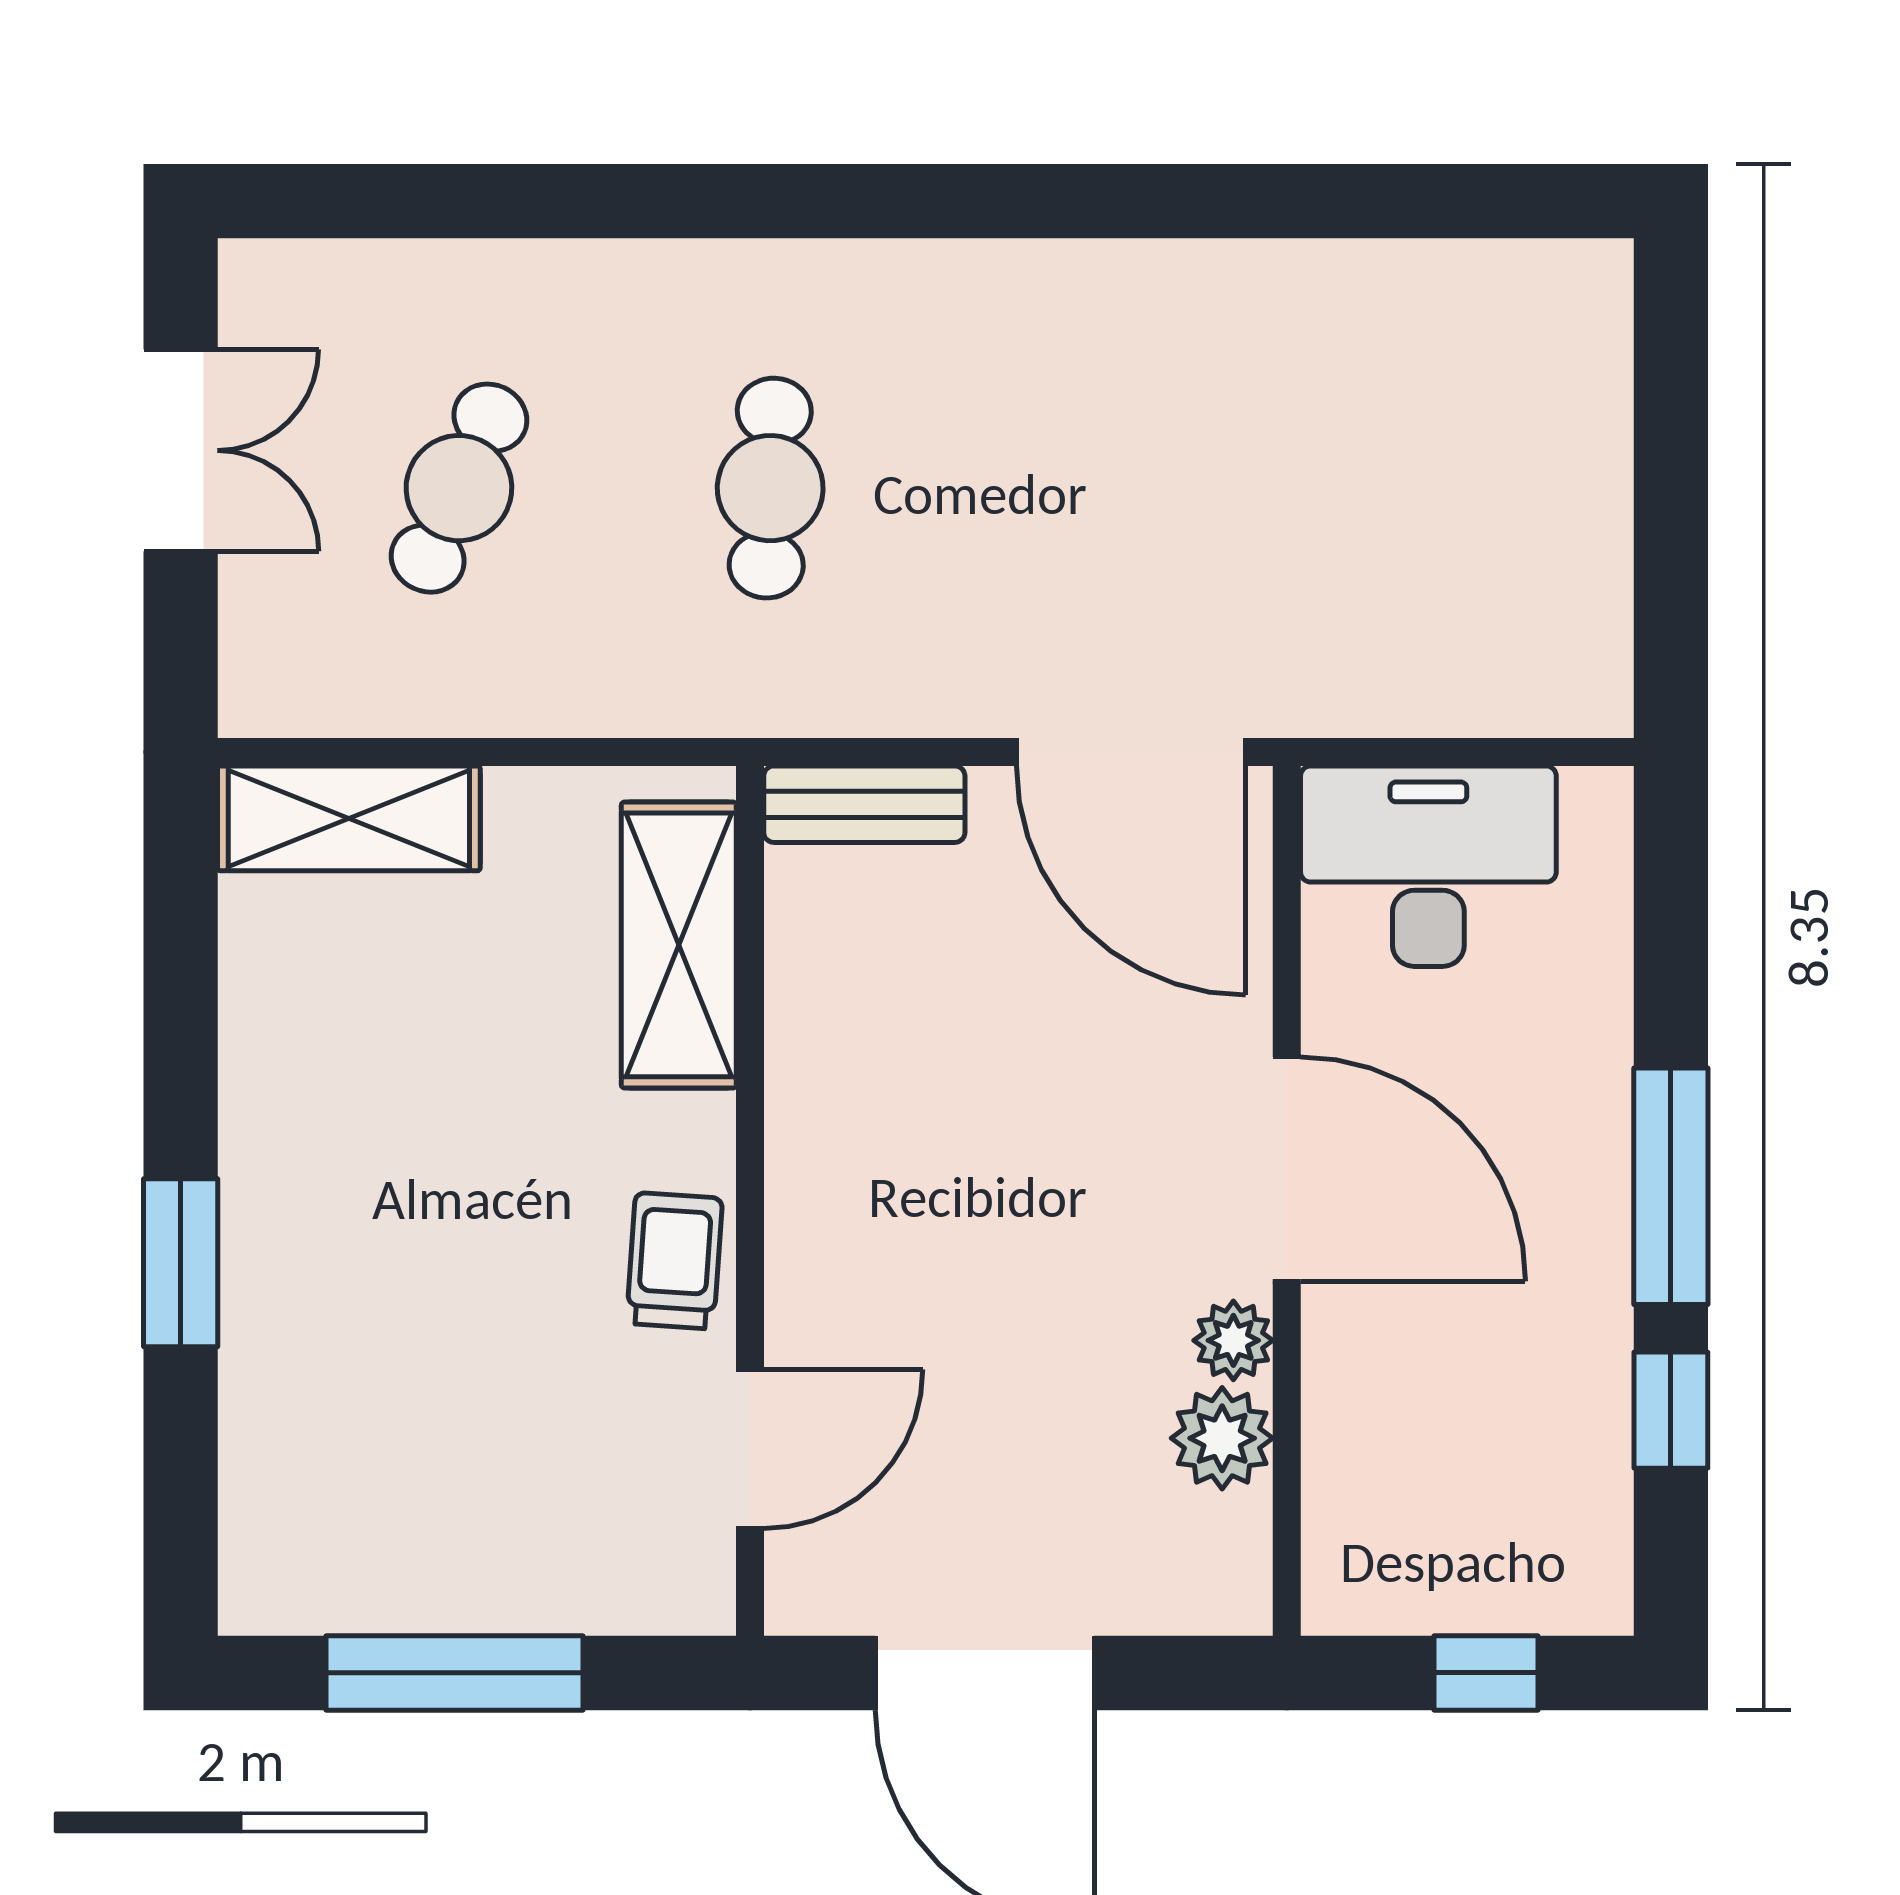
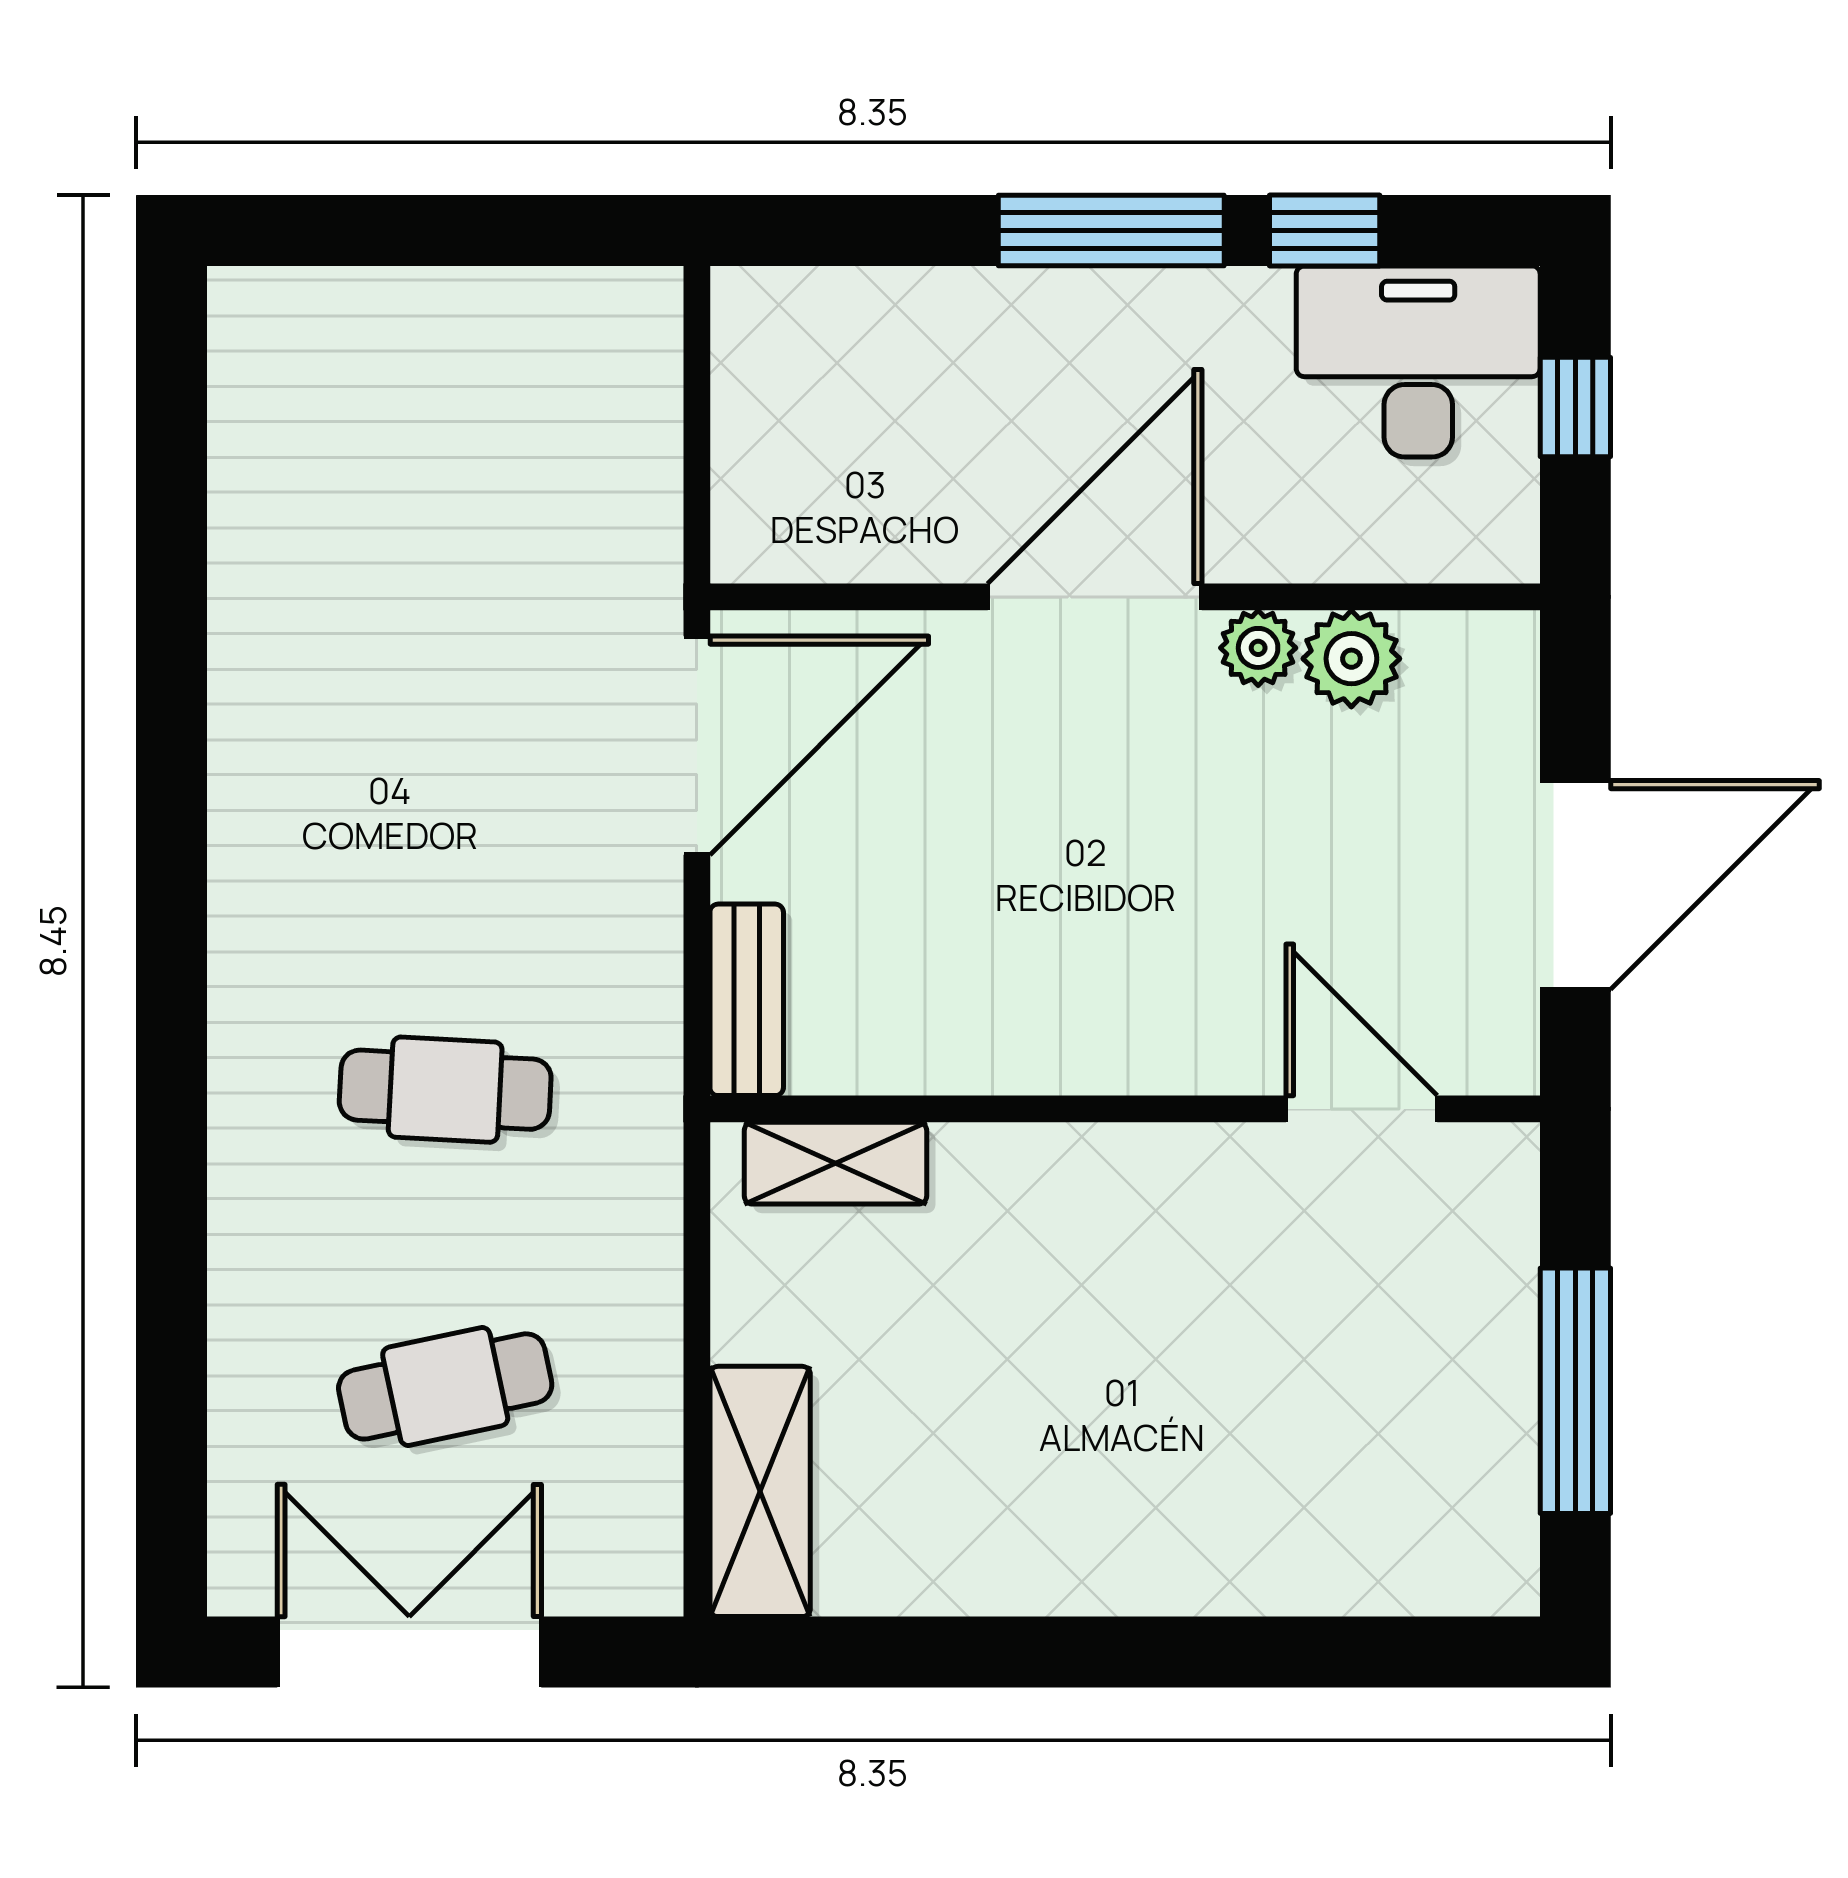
double door: (181, 450) -> (409, 1652), width x1.37
cafe table: (459, 488) -> (445, 1386), turned -36
desk: (1428, 866) -> (1418, 362), moved, turned 90
shelving: (679, 945) -> (835, 1163), width x0.67, depth x0.75
trolley: (674, 1261) -> (1182, 1181), removed
window: (181, 1263) -> (1184, 1652), removed

